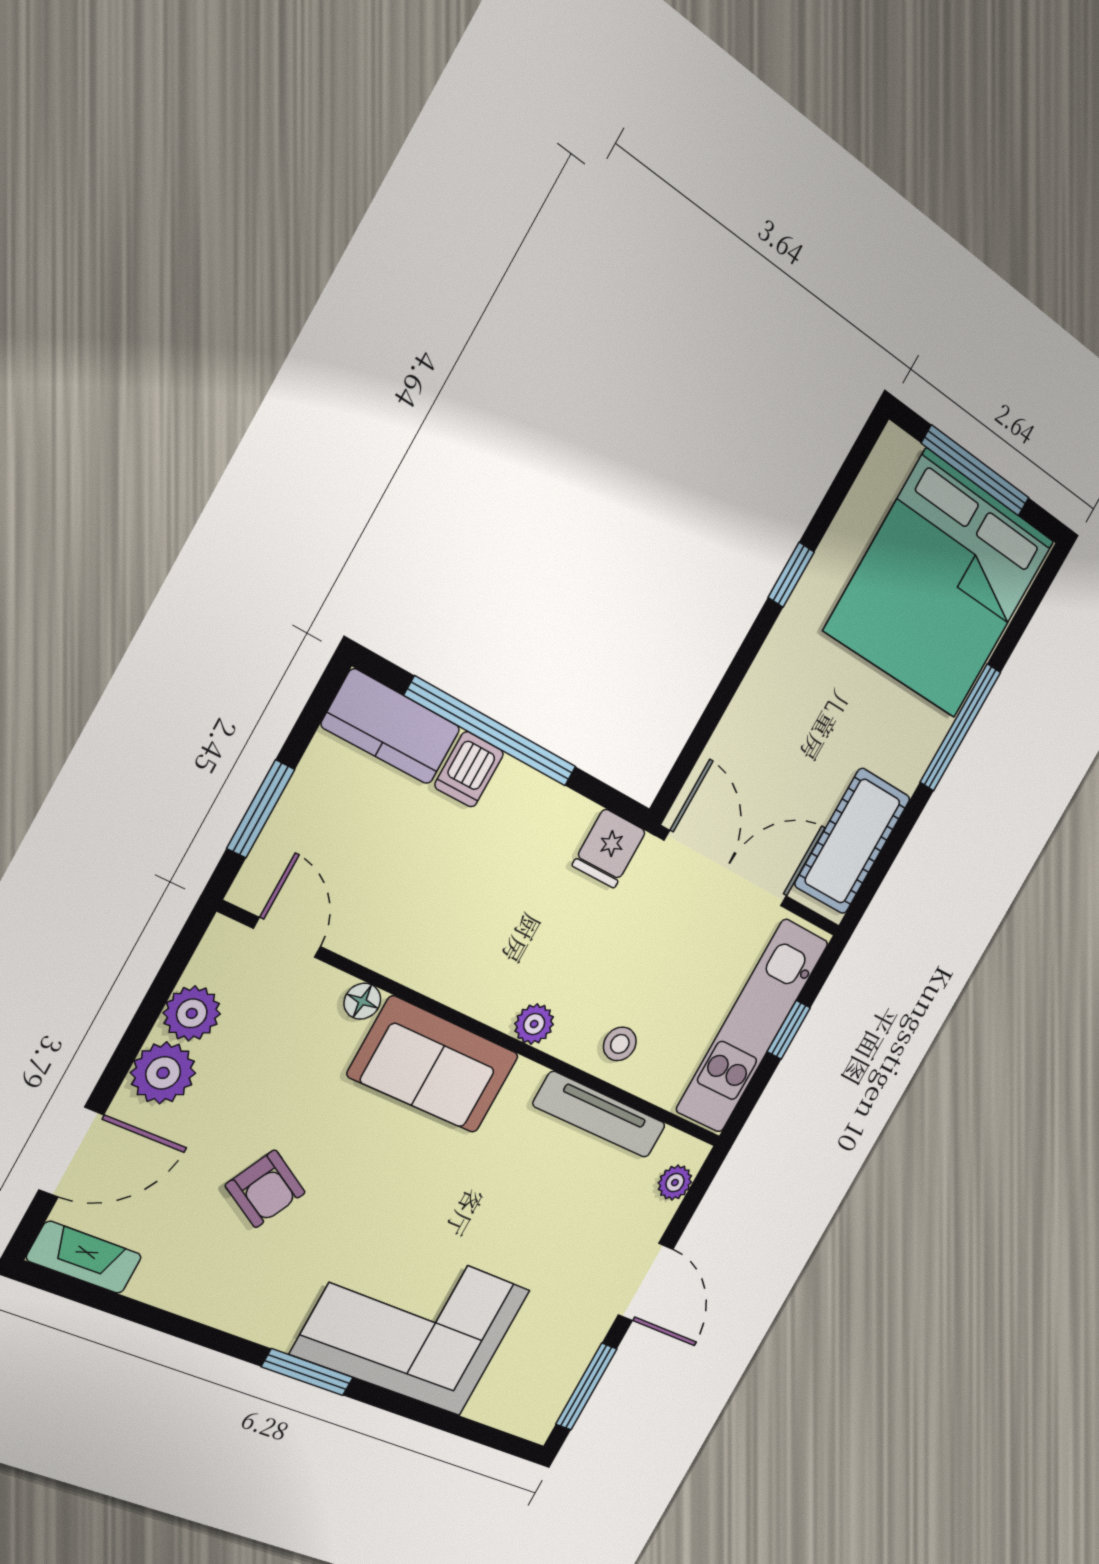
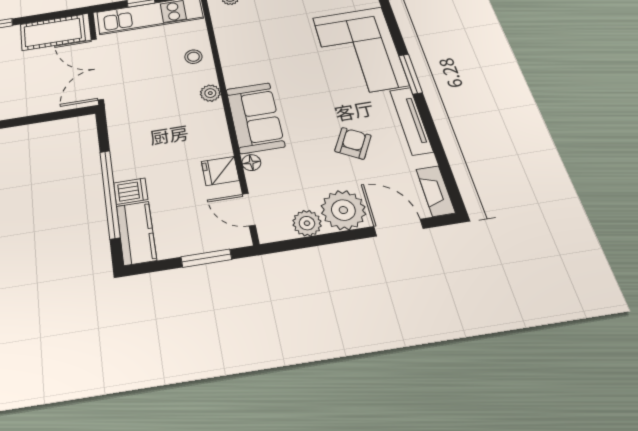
fridge: (609, 848) -> (220, 171), moved, turned 180
door: (287, 938) -> (249, 210), hinge flipped
plant: (163, 1073) -> (343, 210), width x1.36, depth x1.36
tv unit: (600, 1115) -> (411, 121), moved, turned 180

